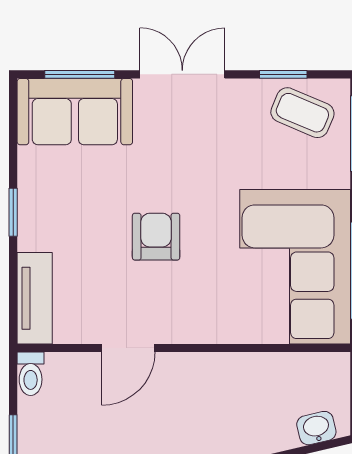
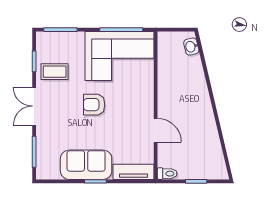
sofa: (75, 112) -> (86, 165), moved, turned -90
coffee table: (302, 113) -> (55, 72), moved, turned 67
armchair: (156, 237) -> (94, 105), moved

